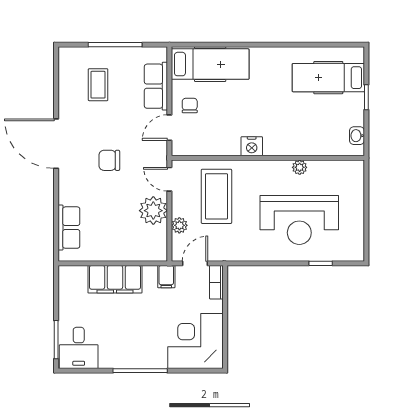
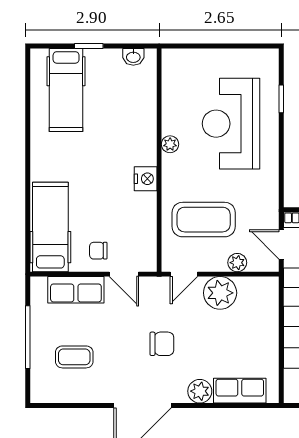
chair: (109, 160) -> (162, 344), turned -90
plant: (300, 167) -> (170, 144), moved
plant: (68, 193) -> (200, 391), added
reception desk: (299, 220) -> (231, 124), turned 180

